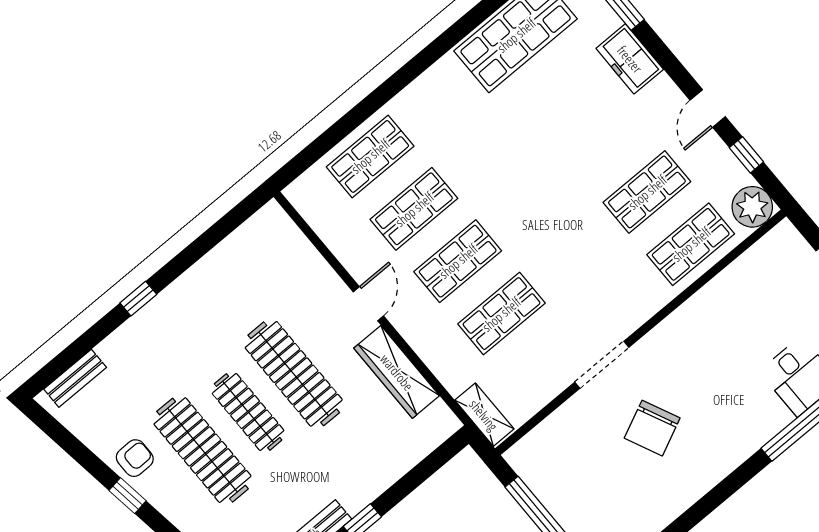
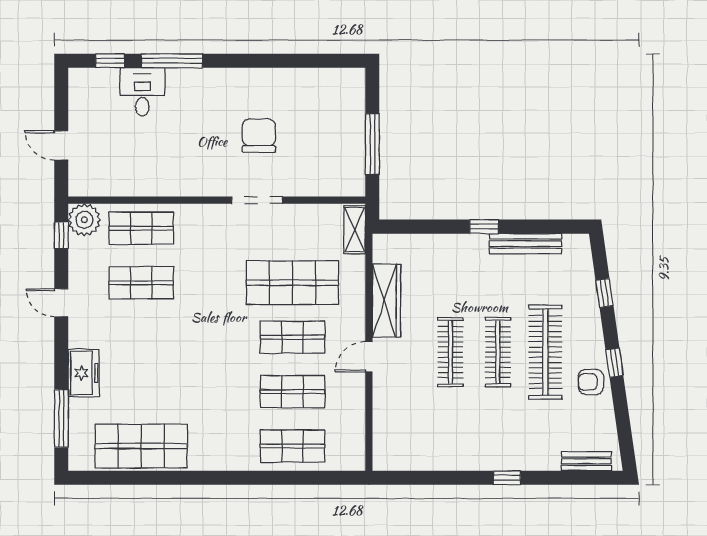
door: (708, 108) -> (61, 303), swing flipped
window: (746, 155) -> (61, 235), moved
shop shelf: (501, 314) -> (292, 283), width x1.43, depth x1.36
clothes rail: (294, 374) -> (450, 352), width x0.73, depth x0.76
chair: (652, 428) -> (259, 136), turned -65

